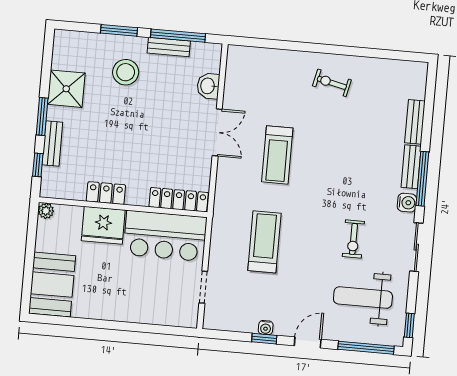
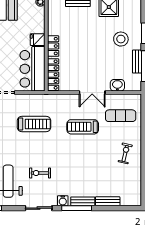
exercise mat: (263, 85) -> (121, 116), added
locker: (106, 193) -> (53, 46), moved
fridge: (103, 225) -> (38, 40), width x0.53, depth x0.75

